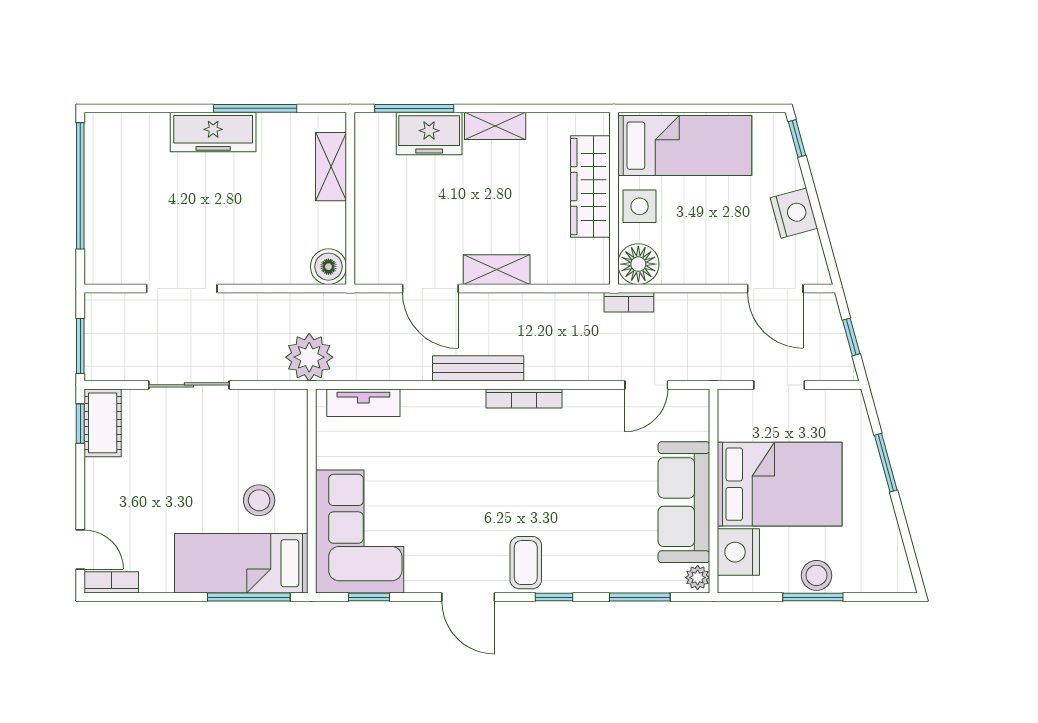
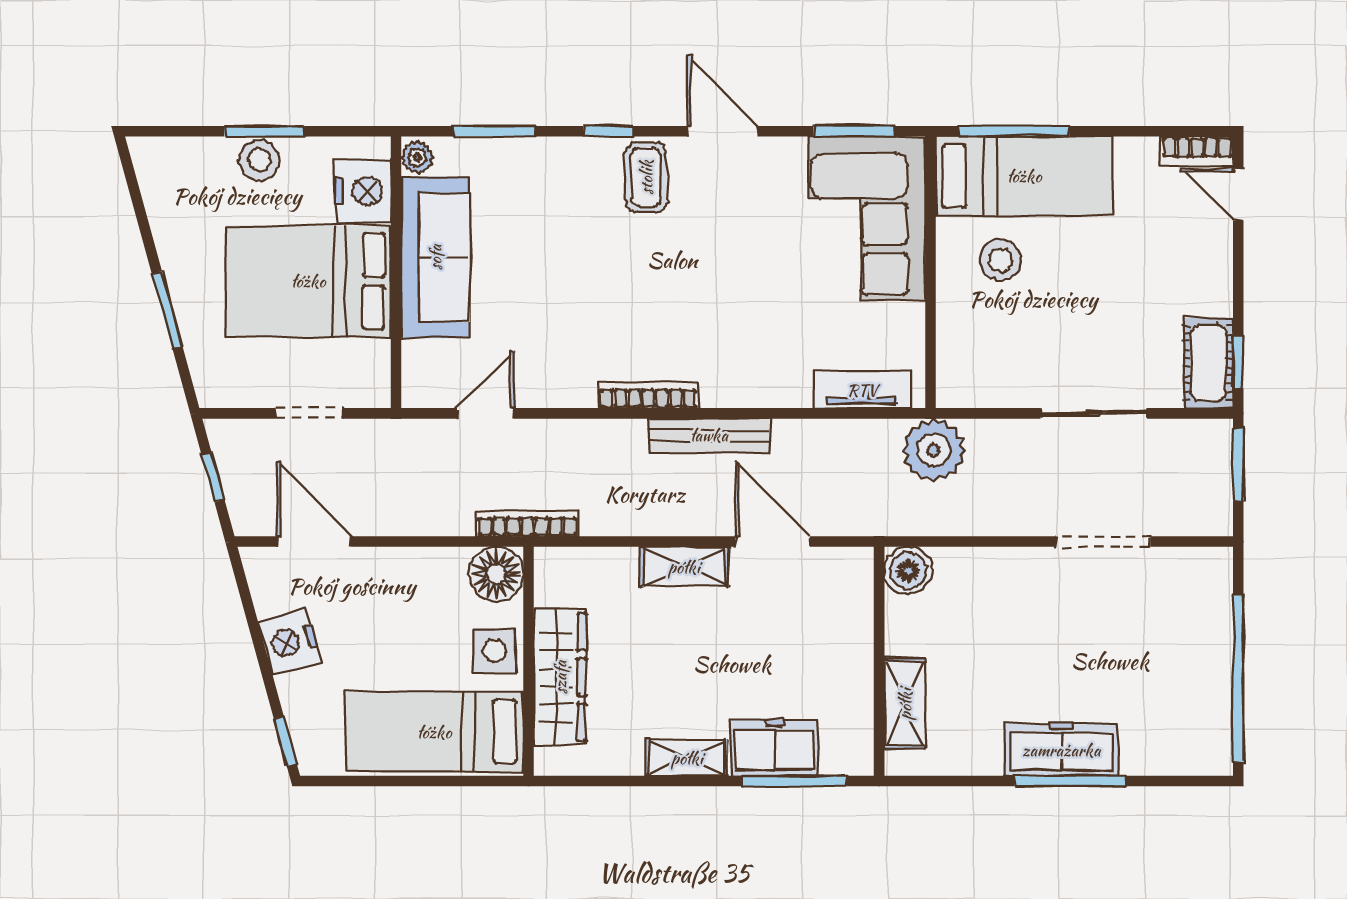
window: (255, 108) -> (1070, 781), moved
bookcase: (629, 302) -> (527, 523), width x1.56
window: (369, 597) -> (854, 131), width x1.50

